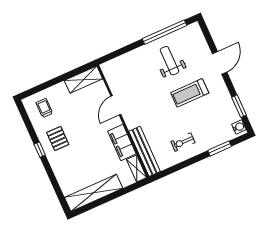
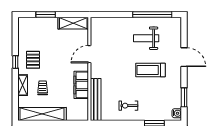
weight bench: (169, 61) -> (146, 38), turned -90
door: (220, 63) -> (184, 57), hinge flipped
window: (50, 84) -> (46, 14), added
trolley: (44, 108) -> (43, 88), moved
shelving: (137, 169) -> (23, 85), moved

